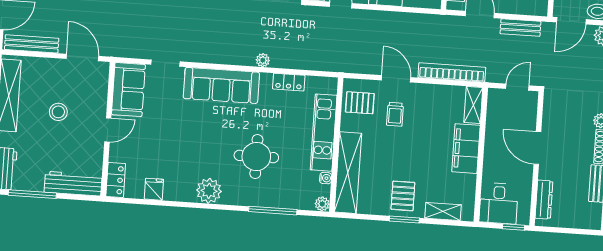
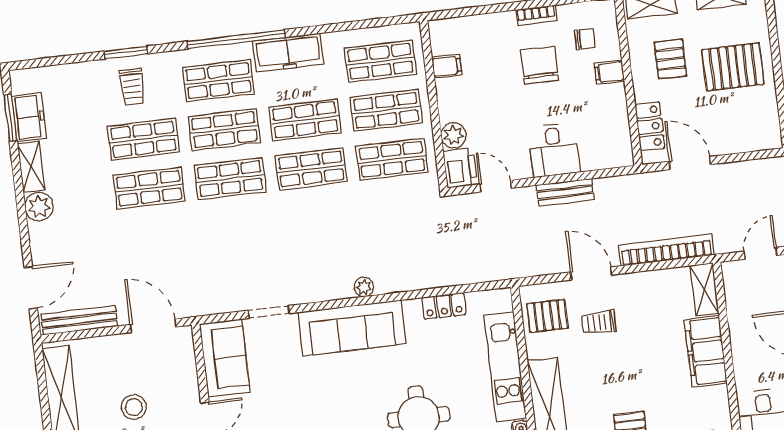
bench: (520, 28) -> (565, 192), moved
plant: (263, 60) -> (364, 287), moved
trolley: (395, 114) -> (599, 323), turned 90

